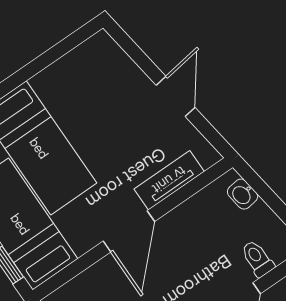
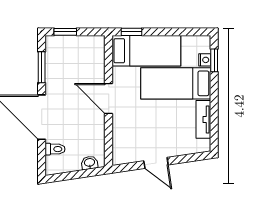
tv unit: (169, 180) -> (203, 119), moved, turned 180

